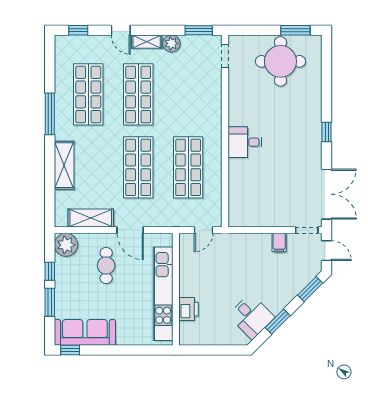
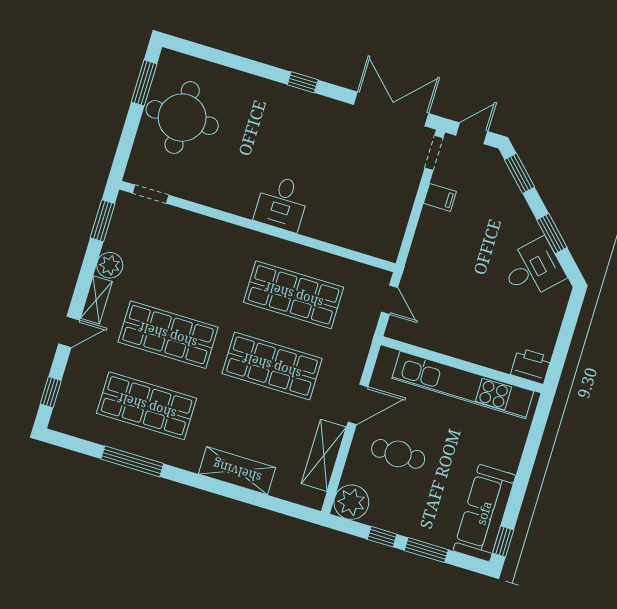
window: (50, 114) -> (132, 461), moved
printer: (189, 309) -> (531, 366), moved

